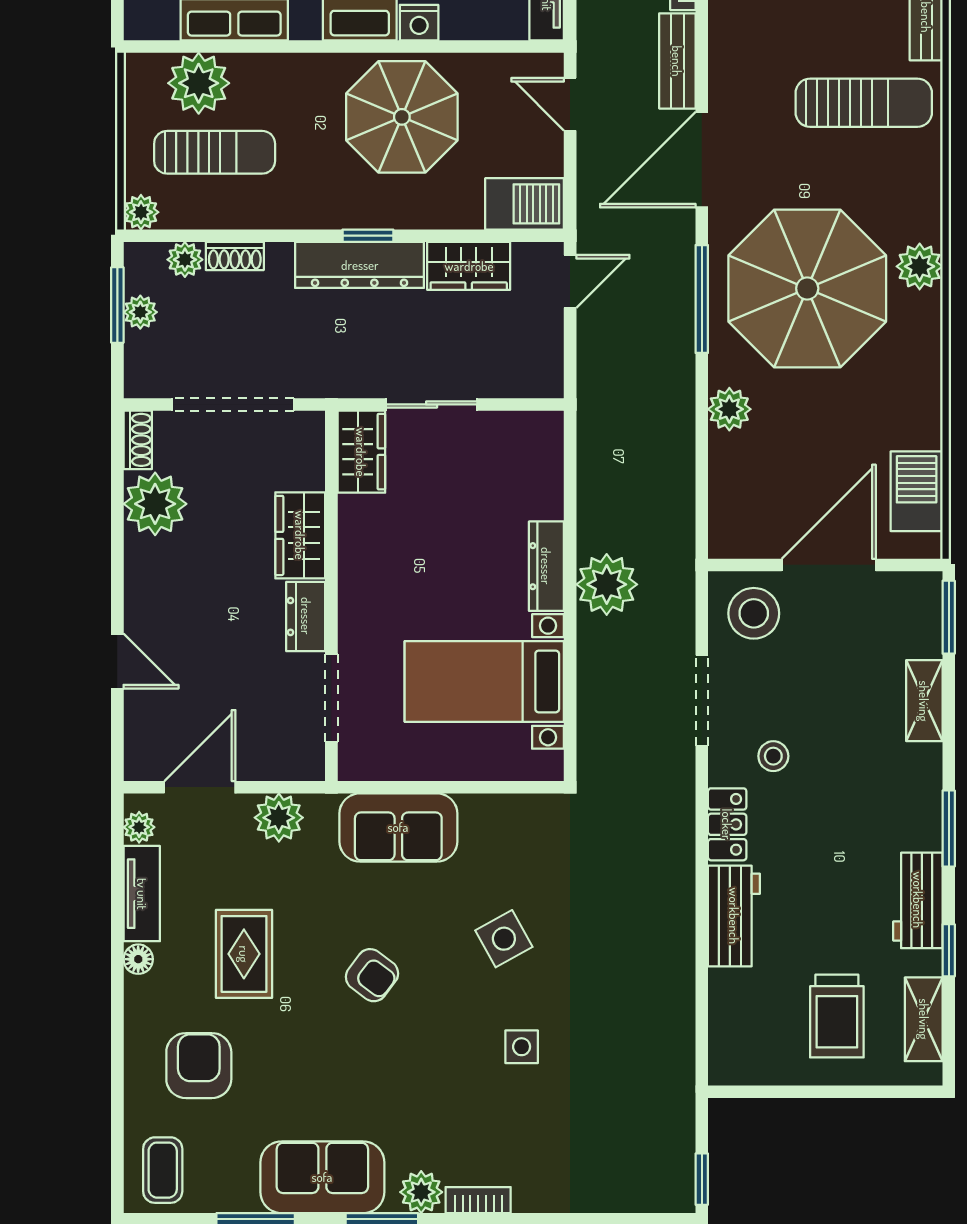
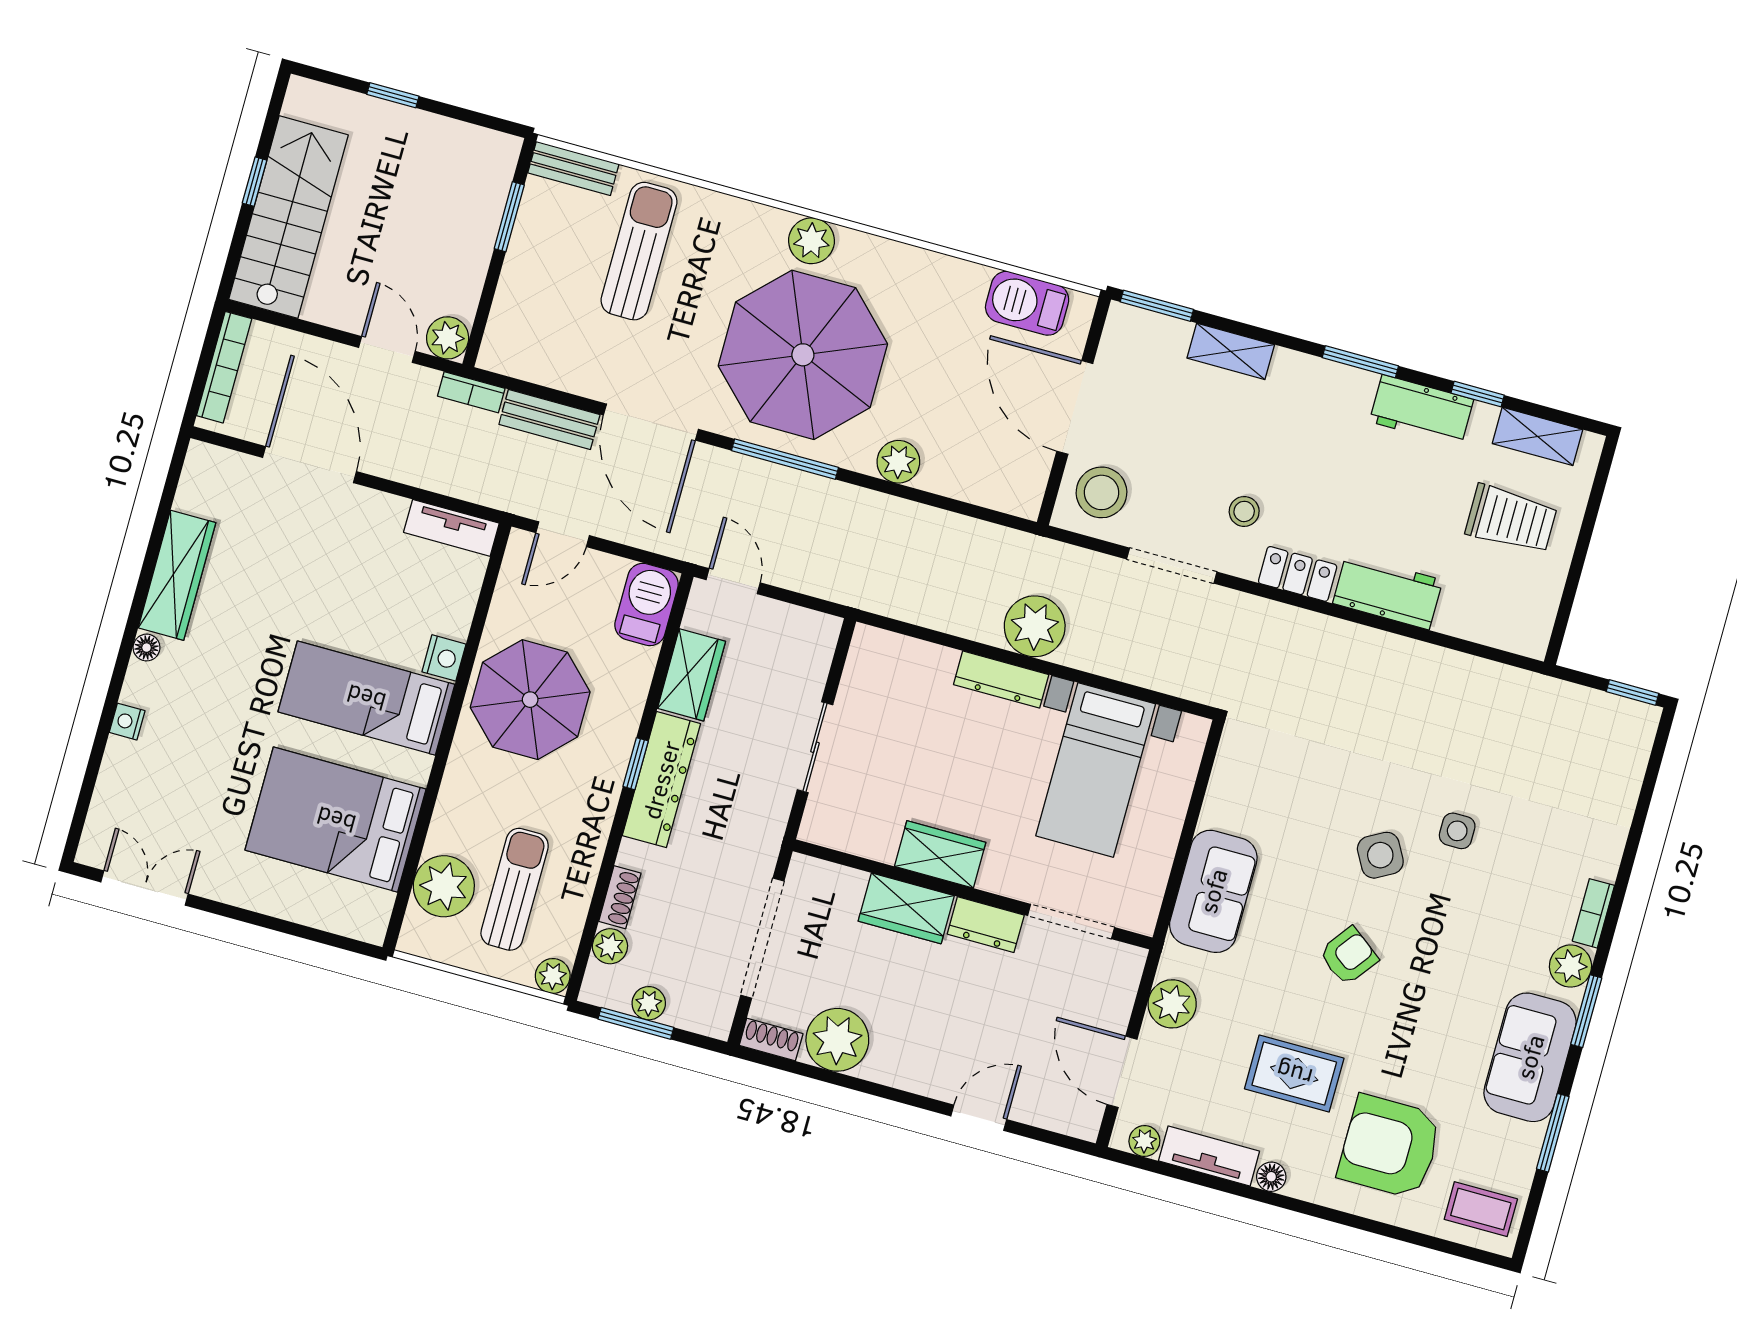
wardrobe: (361, 452) -> (940, 854), moved
side table: (504, 939) -> (1380, 855), moved
armchair: (199, 1066) -> (1390, 1147), width x1.36, depth x1.36

